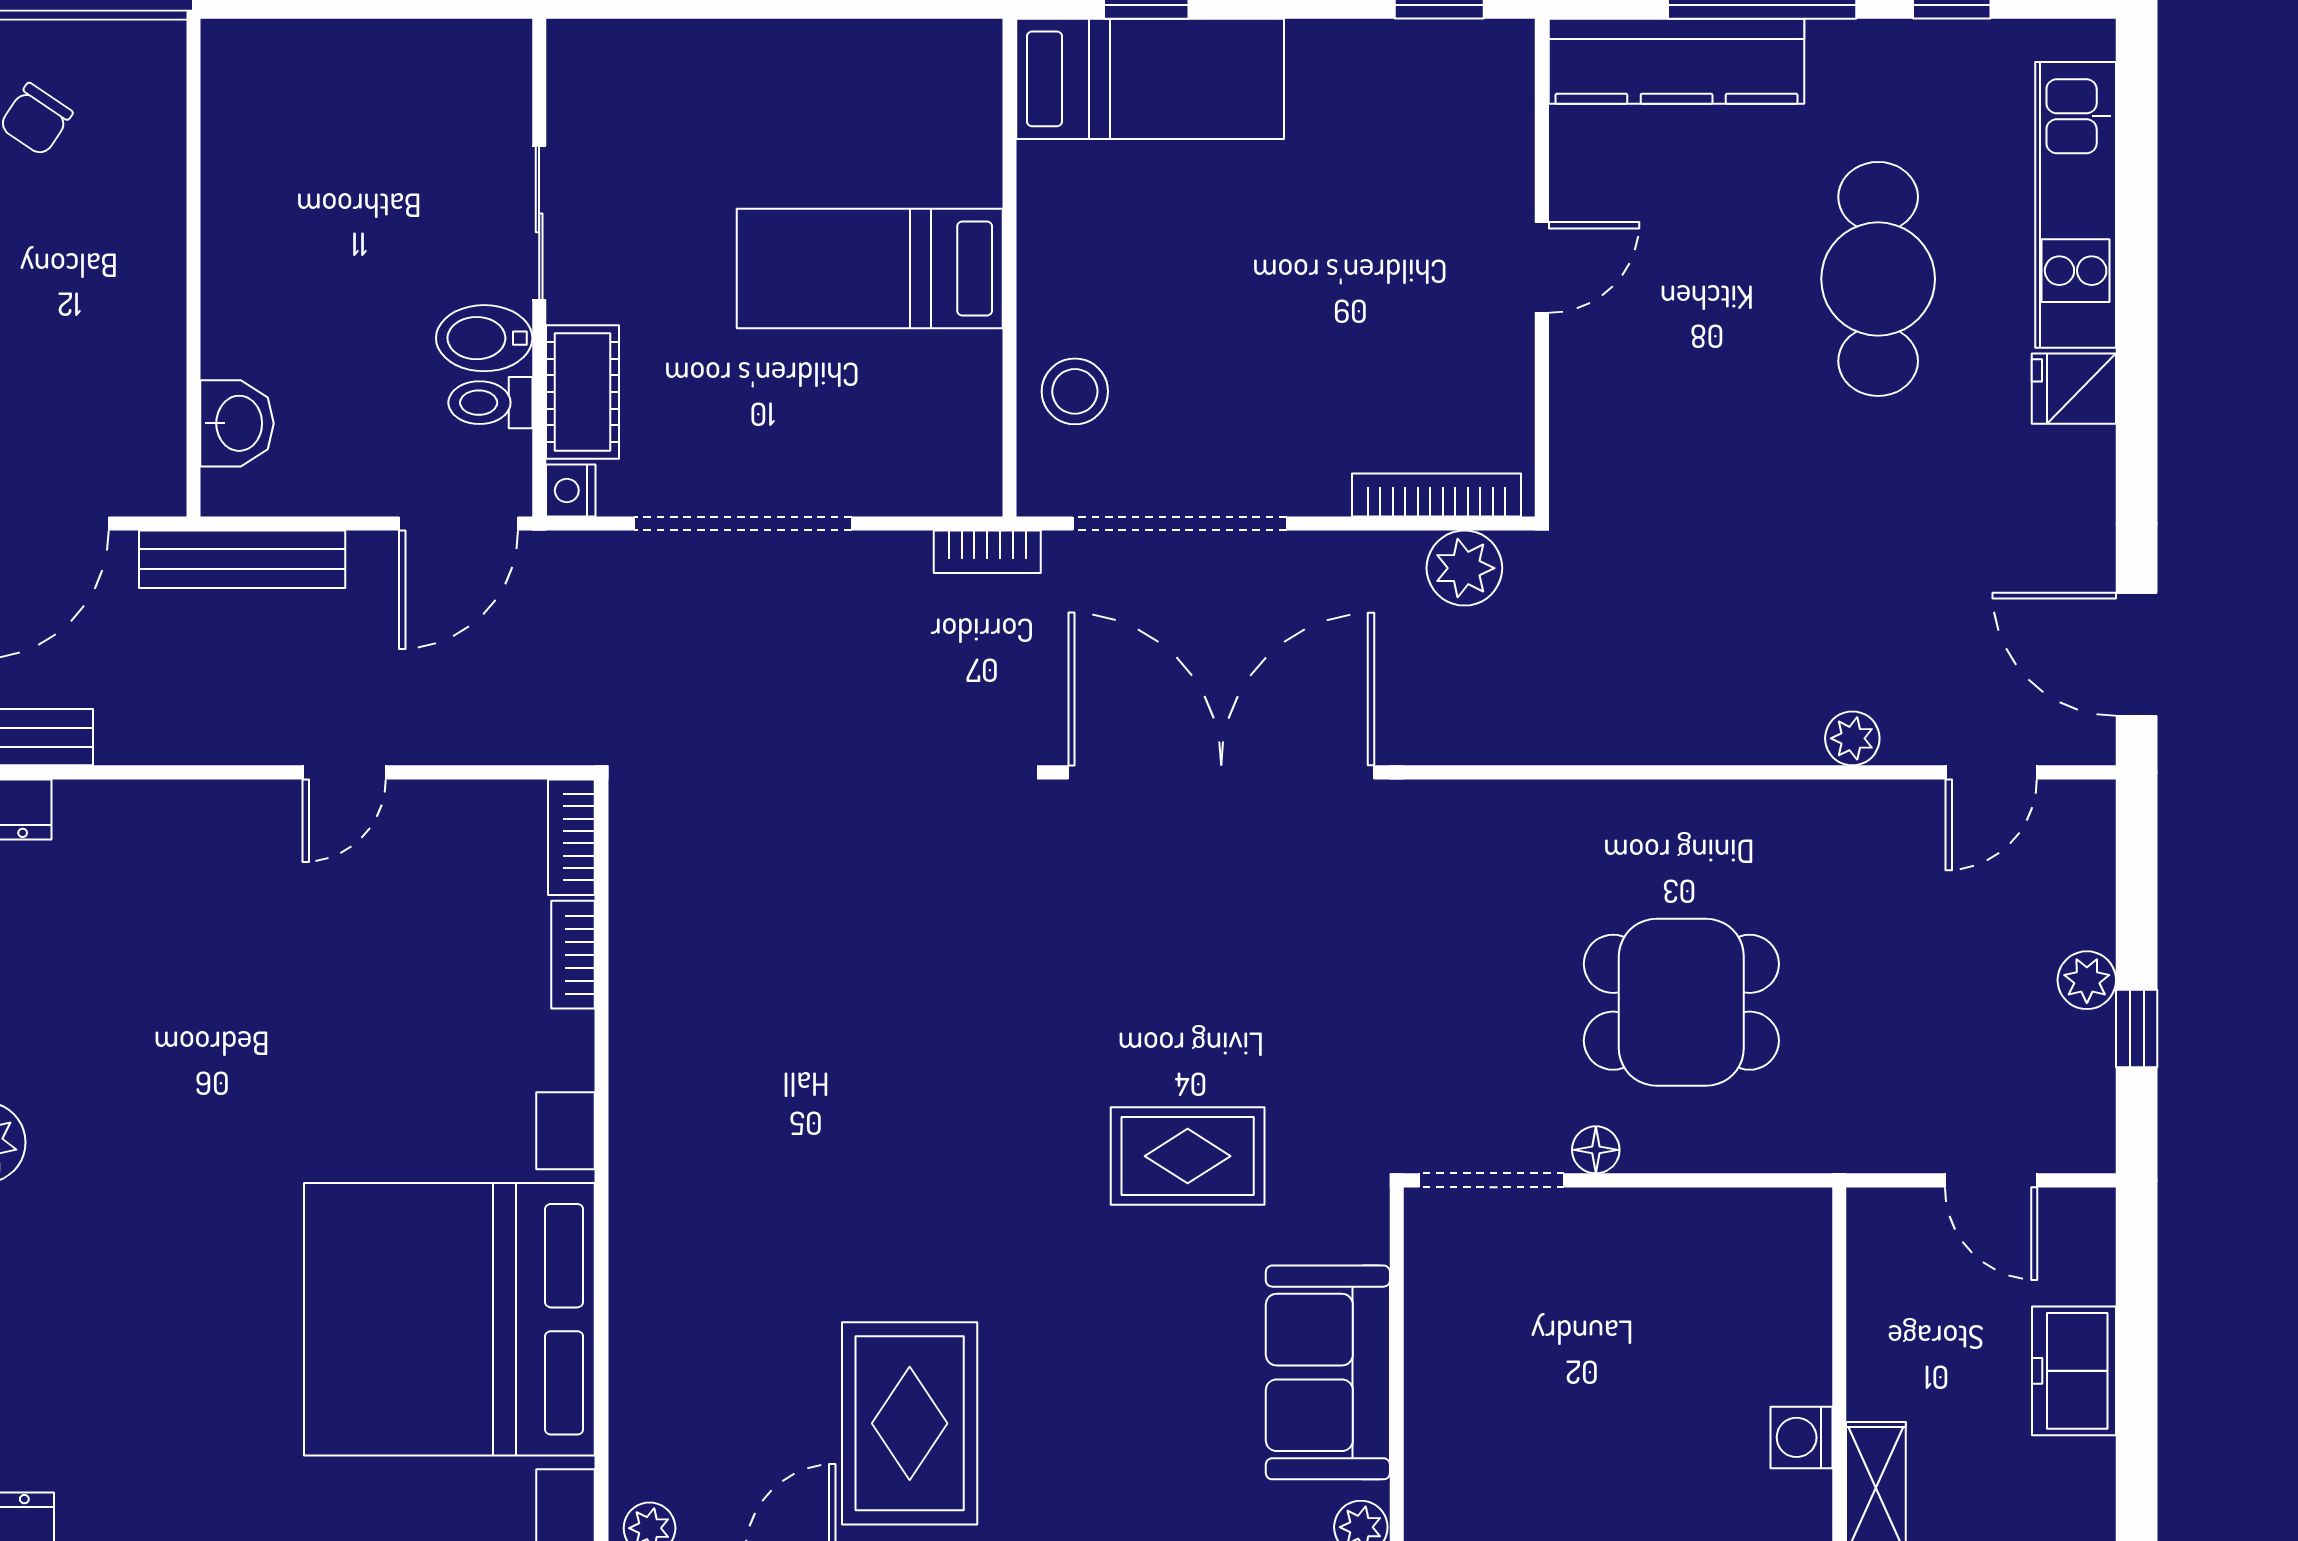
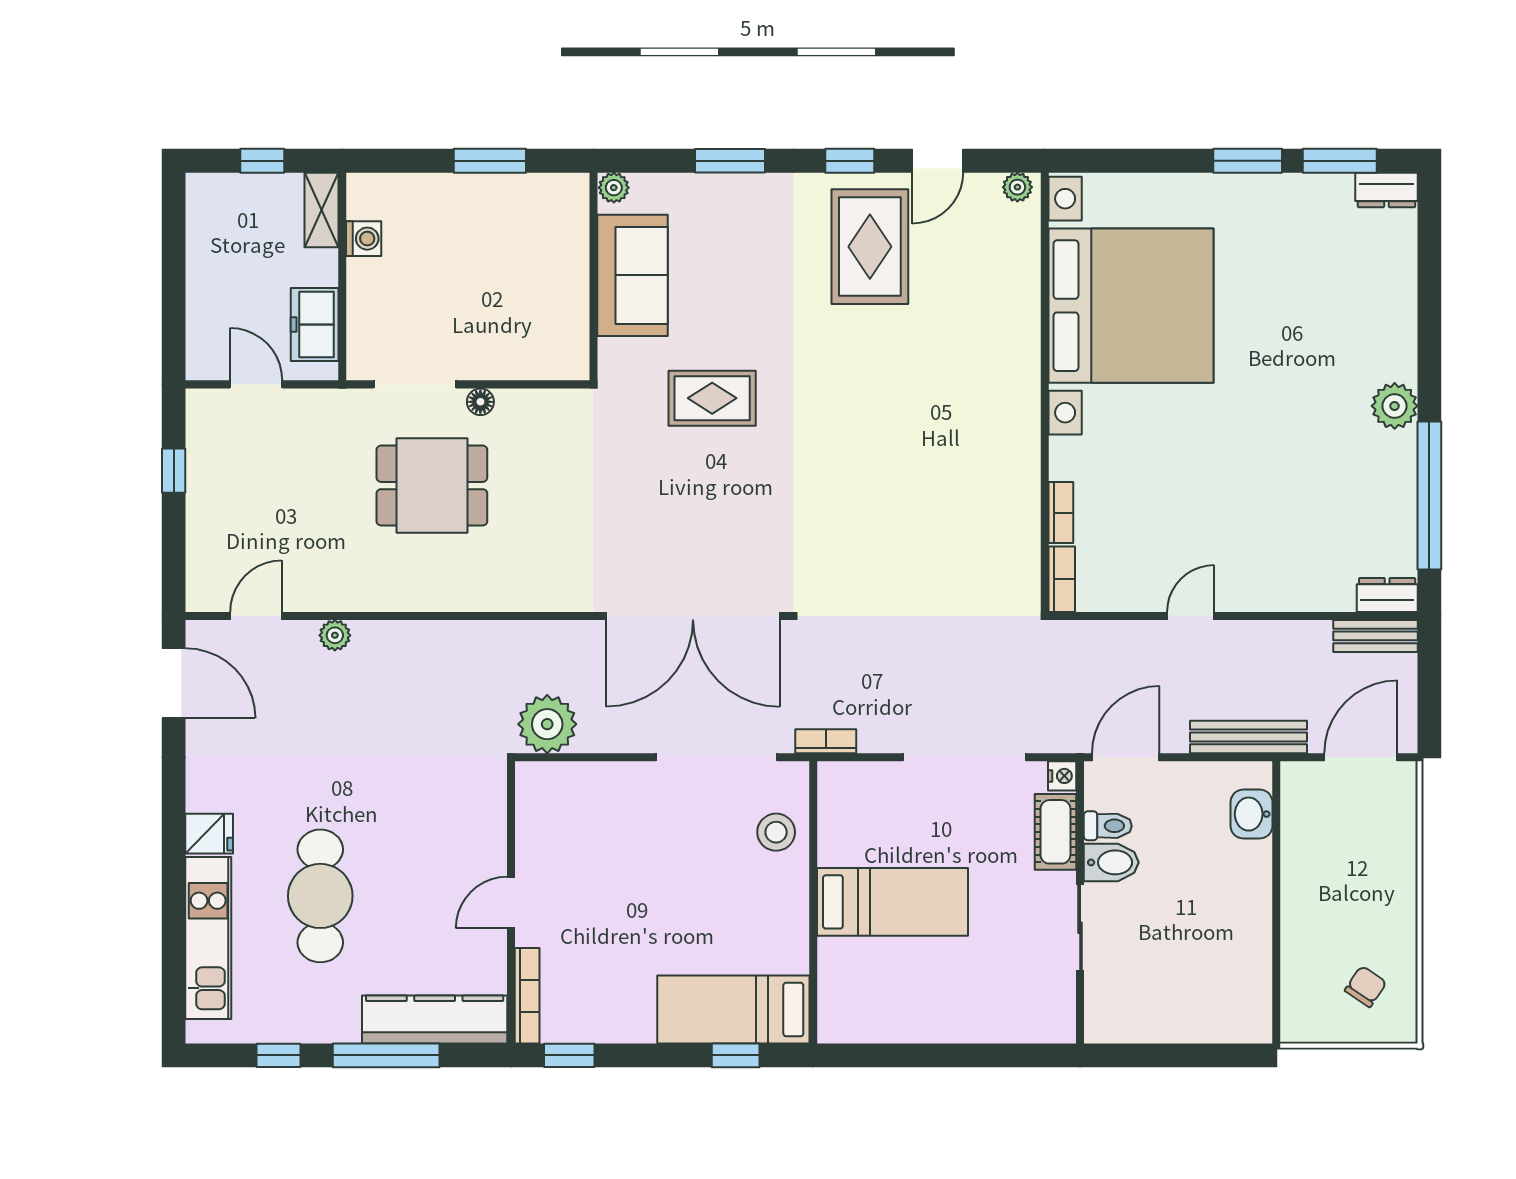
bookcase: (1436, 495) -> (527, 996), moved, turned -90
plant: (1464, 568) -> (547, 724), width x1.36, depth x1.36
plant: (2087, 980) -> (202, 498), removed
doorway: (1492, 1180) -> (415, 384), moved
freezer: (2074, 1371) -> (315, 325), moved, turned 180

